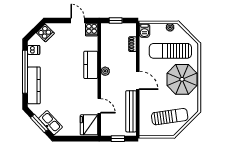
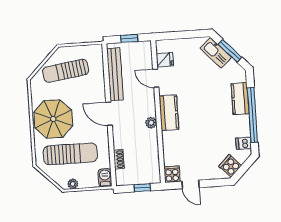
kitchen counter: (91, 65) -> (169, 113), moved
kitchen counter: (34, 85) -> (240, 99), width x0.67
fridge: (89, 125) -> (165, 60), width x0.53, depth x0.75

